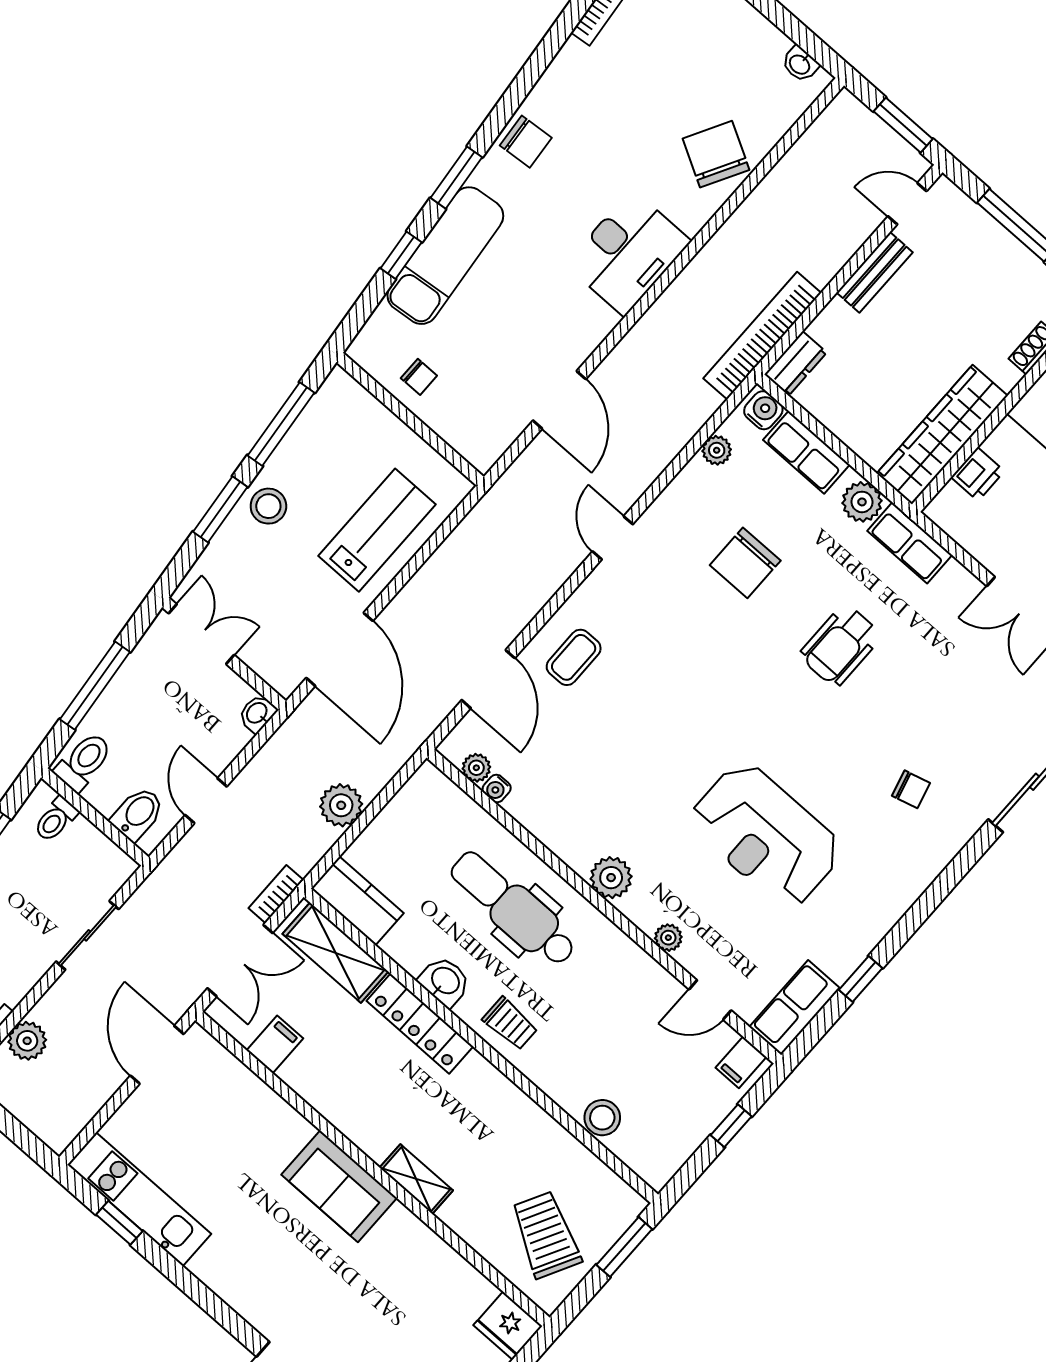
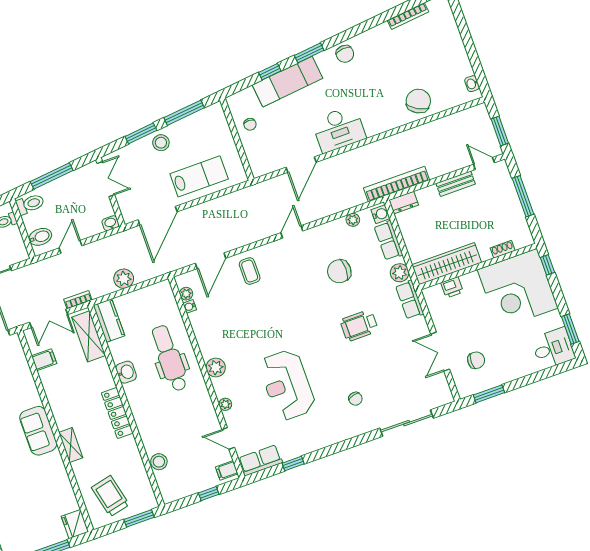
desk: (628, 253) -> (339, 129), moved
coffee table: (574, 657) -> (250, 271), turned 90
locker: (420, 1024) -> (117, 413), moved
trolley: (510, 1024) -> (143, 404), removed
trolley: (546, 1235) -> (110, 496), turned -41

